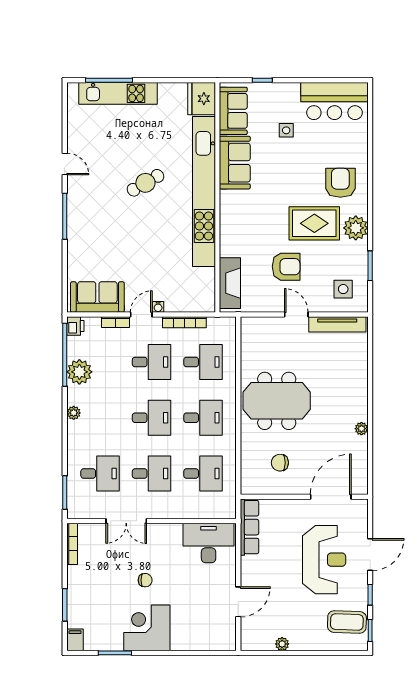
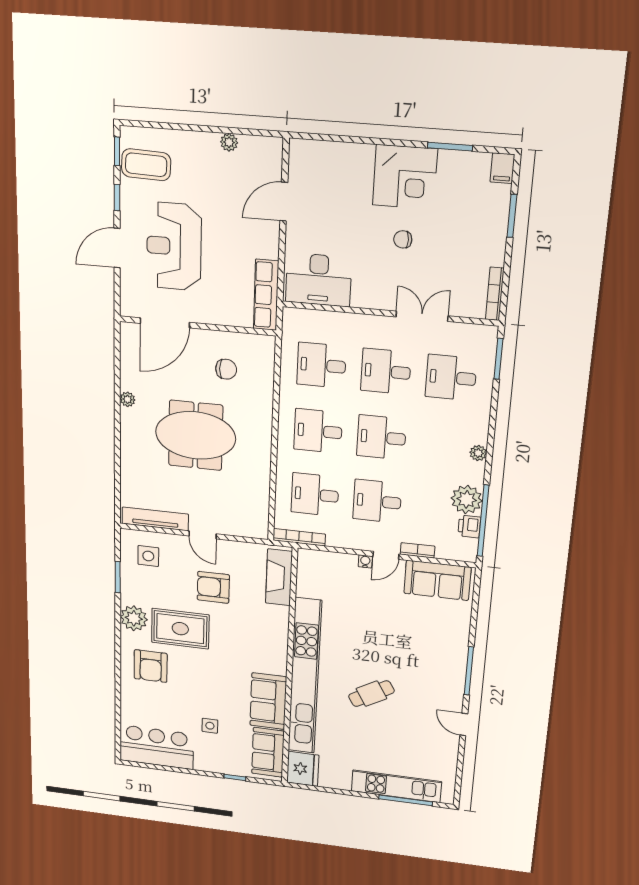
bookcase: (184, 322) -> (299, 537), moved
printer: (75, 326) -> (469, 526), moved
meeting table: (277, 401) -> (196, 435), moved

